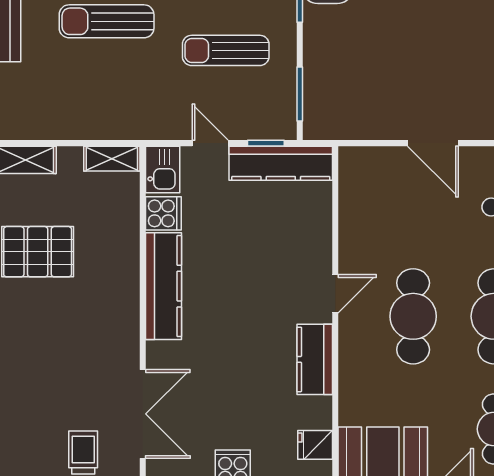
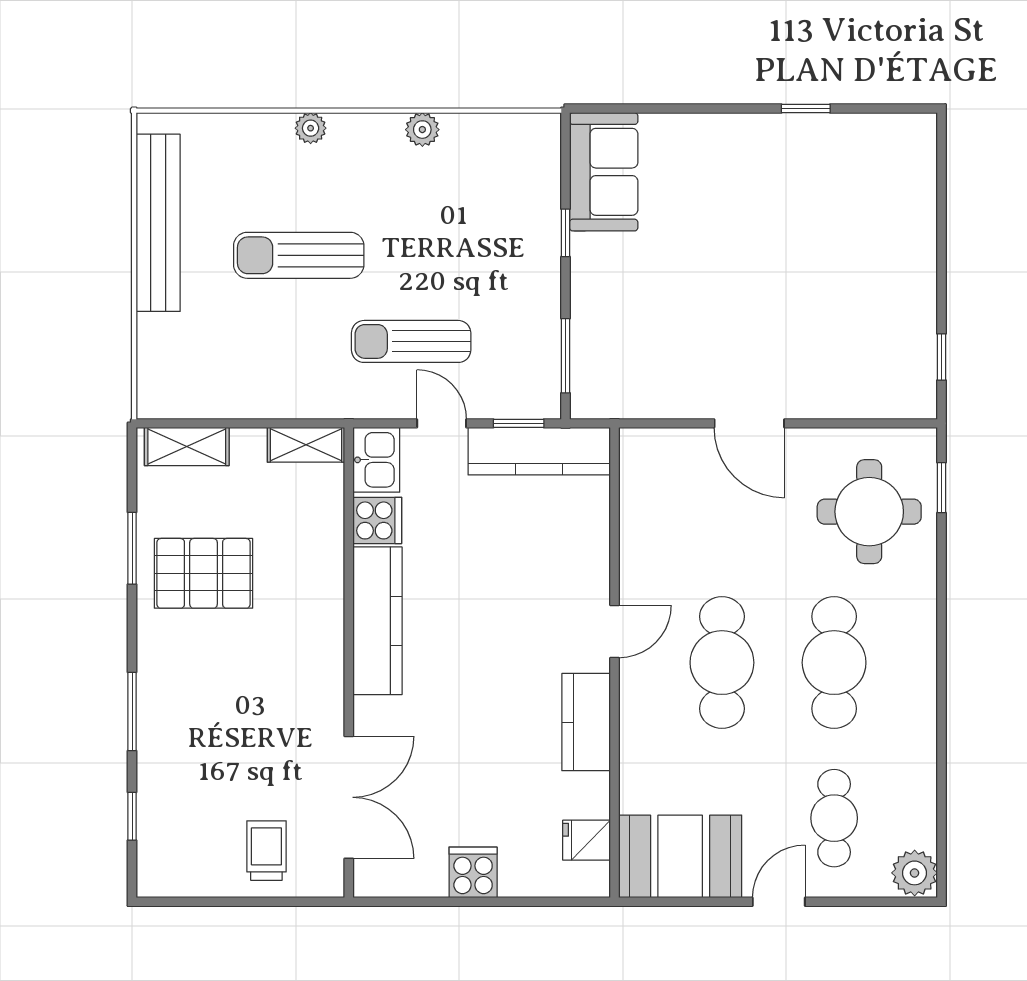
sun lounger: (226, 50) -> (411, 341), moved

